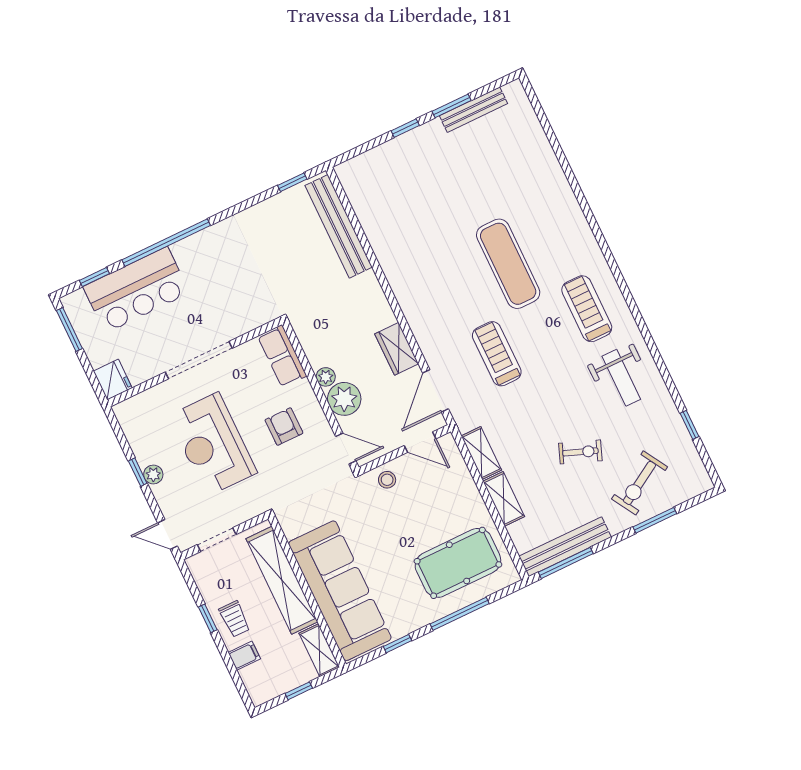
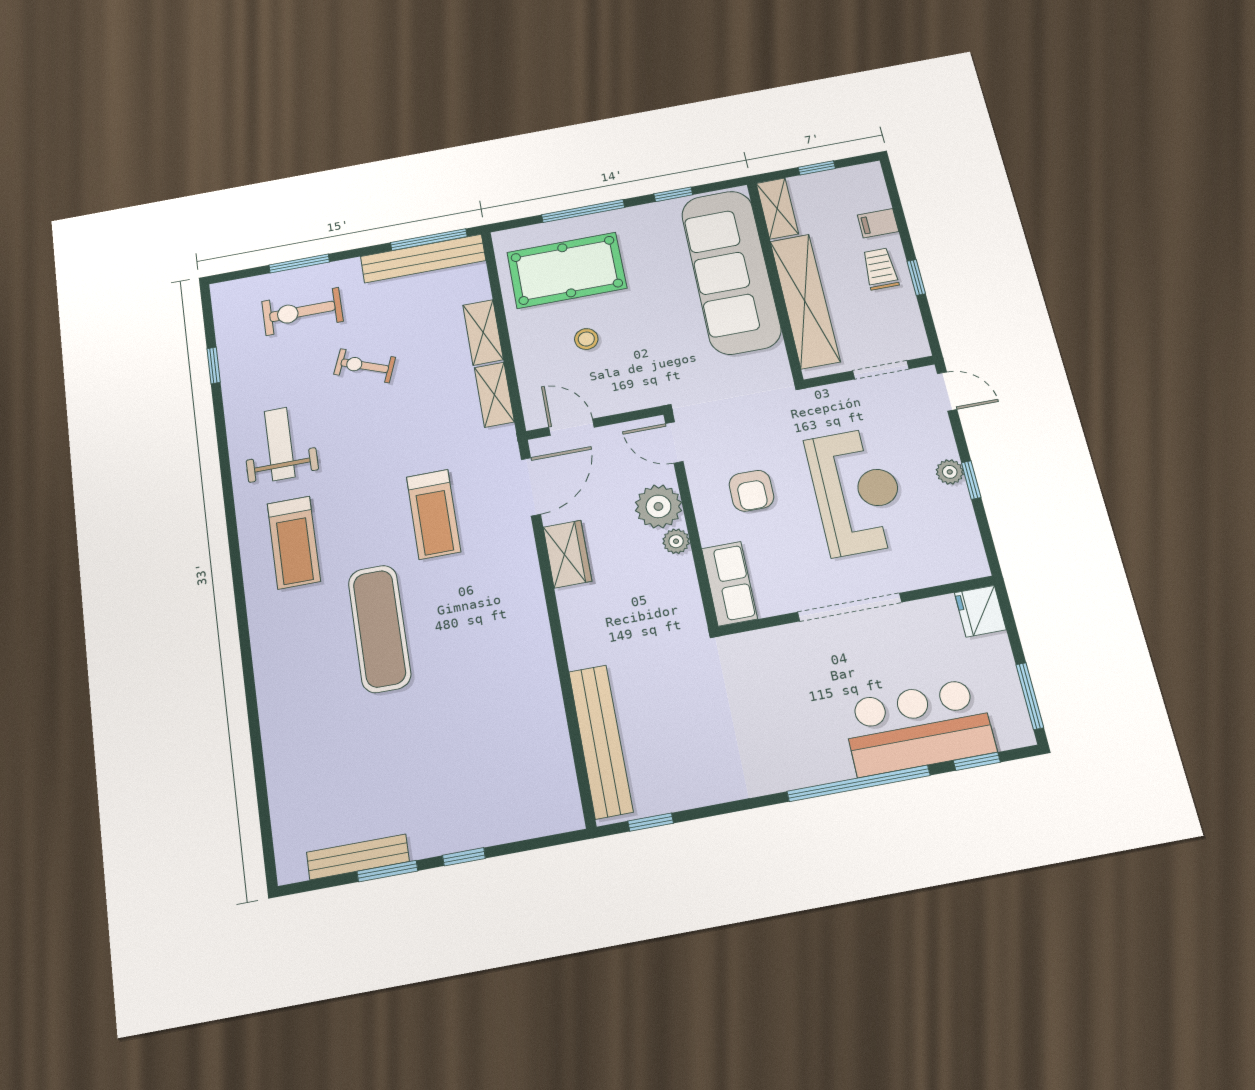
stool: (387, 480) -> (586, 339), moved
exercise bike: (640, 483) -> (302, 311), turned -149

